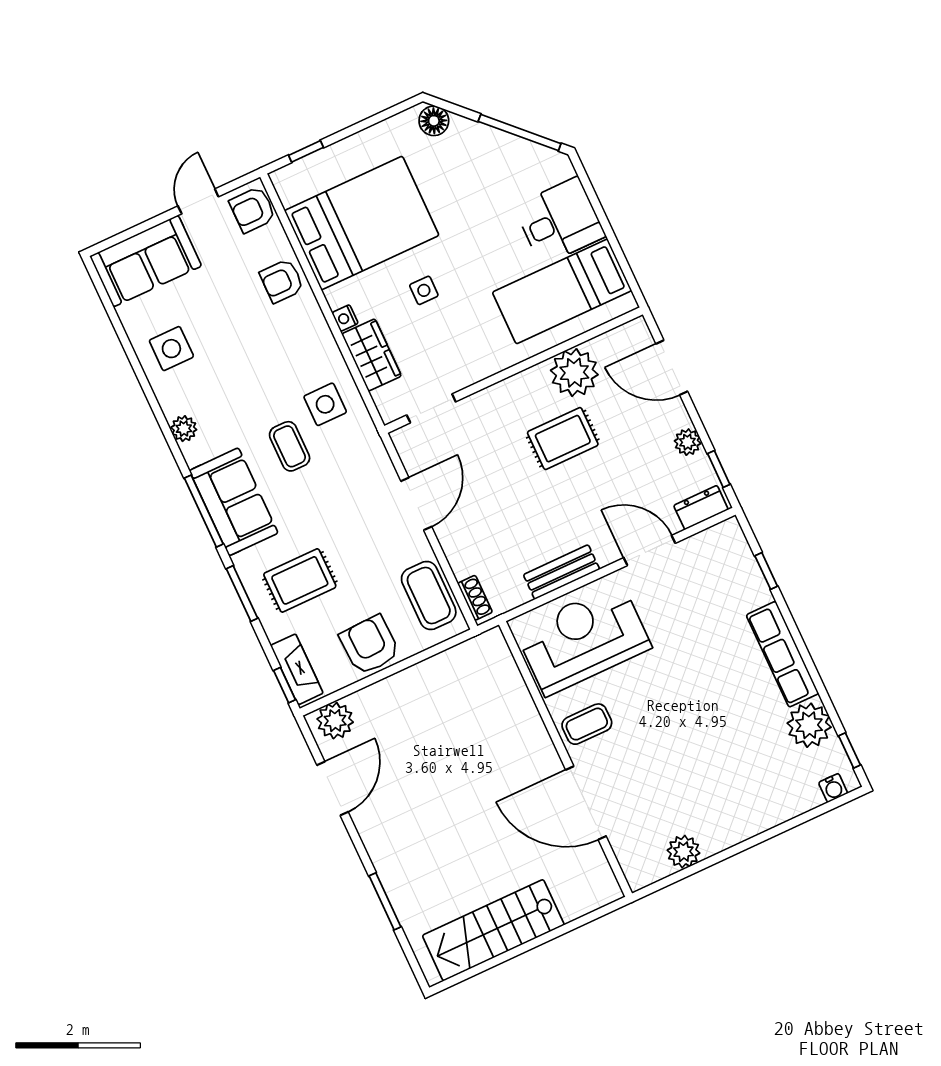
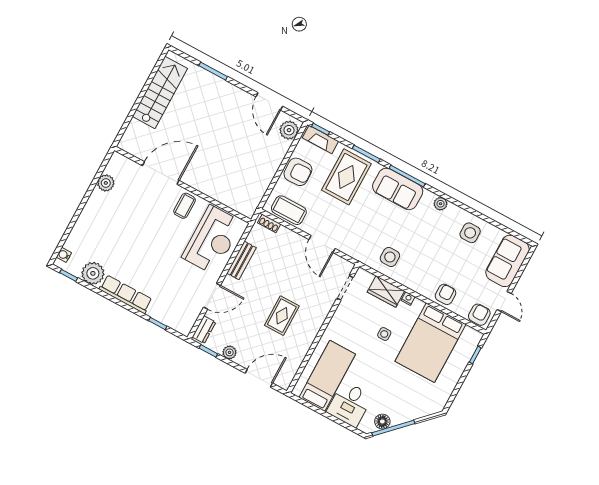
floor lamp: (434, 121) -> (382, 422), moved
plant: (574, 373) -> (297, 346), removed
coffee table: (290, 446) -> (392, 229), removed
rug: (300, 580) -> (346, 177), width x1.36, depth x1.43

